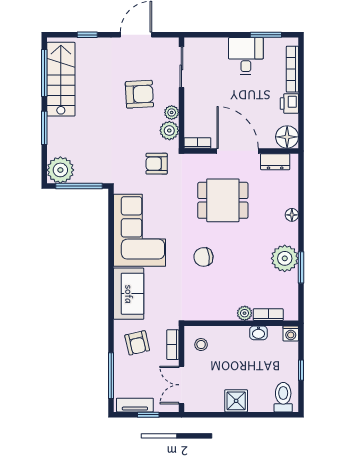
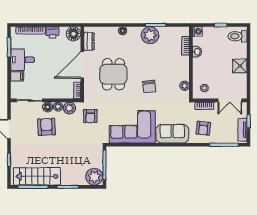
filing cabinet: (220, 48) -> (17, 76), added
floor lamp: (171, 96) -> (48, 107), added
plant: (245, 313) -> (185, 86), moved
armchair: (137, 343) -> (203, 128), turned 109

